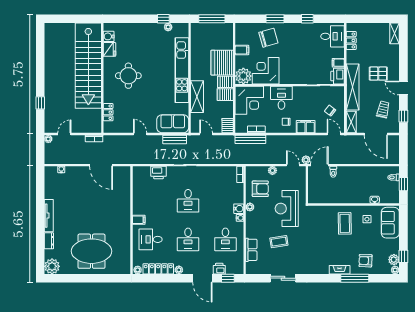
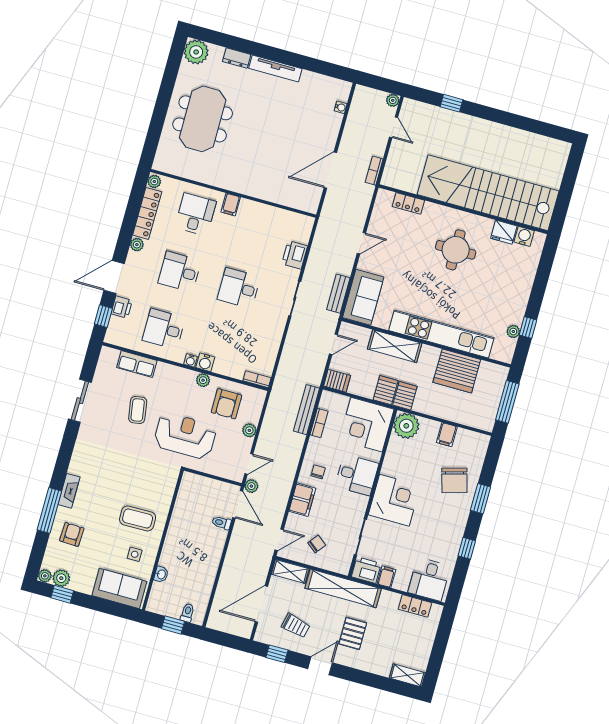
server rack: (222, 63) -> (457, 371), moved, turned 180
corner desk: (266, 71) -> (394, 500), moved

